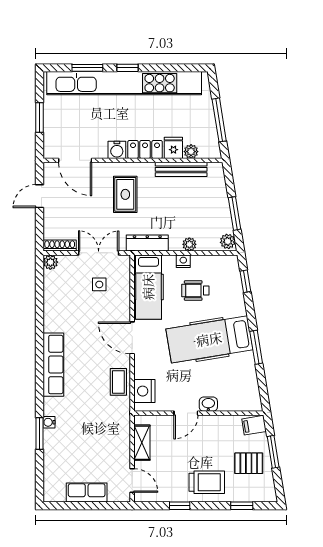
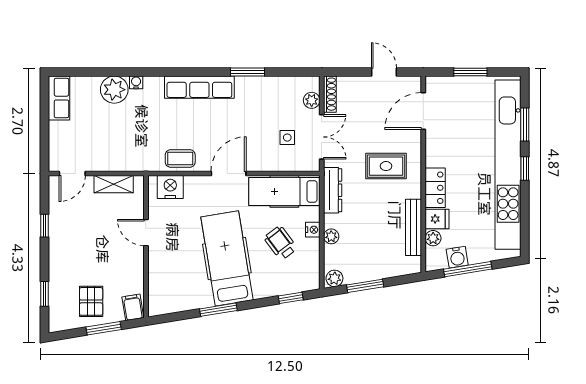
water cooler: (117, 150) -> (457, 257), moved, turned -99
plant: (50, 262) -> (312, 100), moved
wheelchair: (195, 291) -> (281, 243), turned -37
washbasin: (208, 404) -> (156, 257), removed
window: (40, 433) -> (247, 72), moved
plant: (56, 442) -> (114, 90), added
trolley: (207, 482) -> (70, 256), removed
row of seats: (87, 493) -> (59, 98), moved

